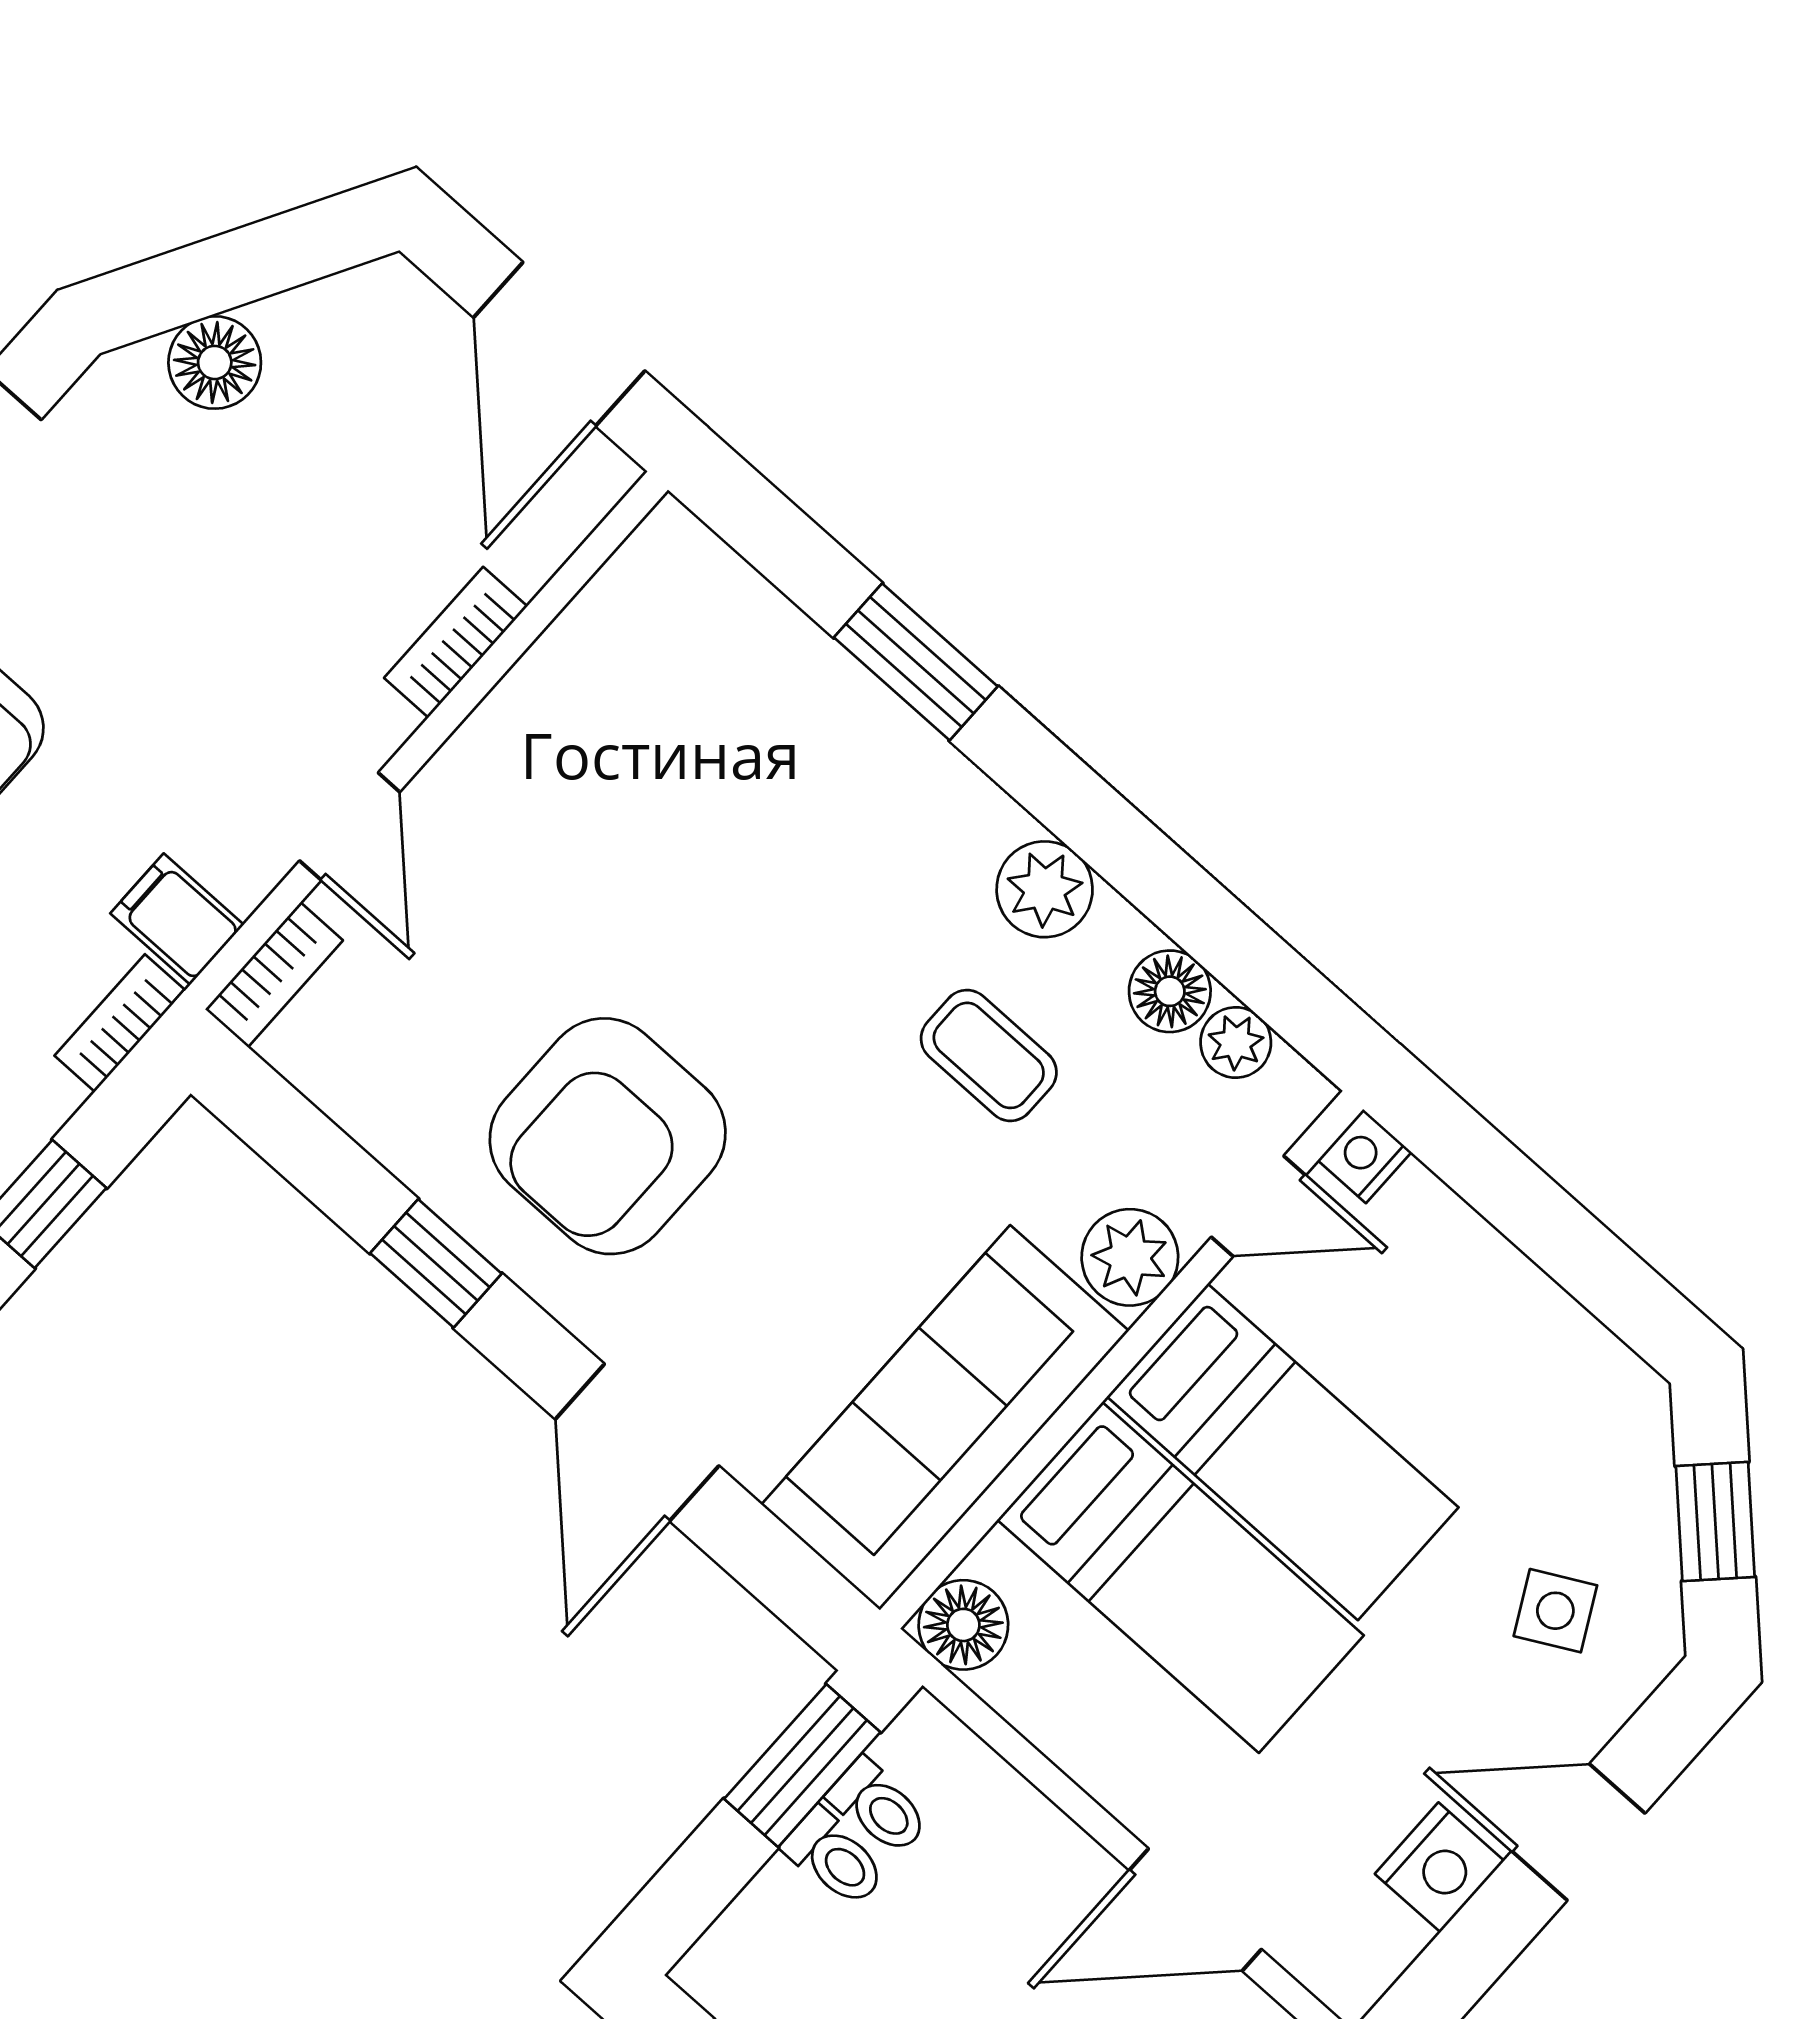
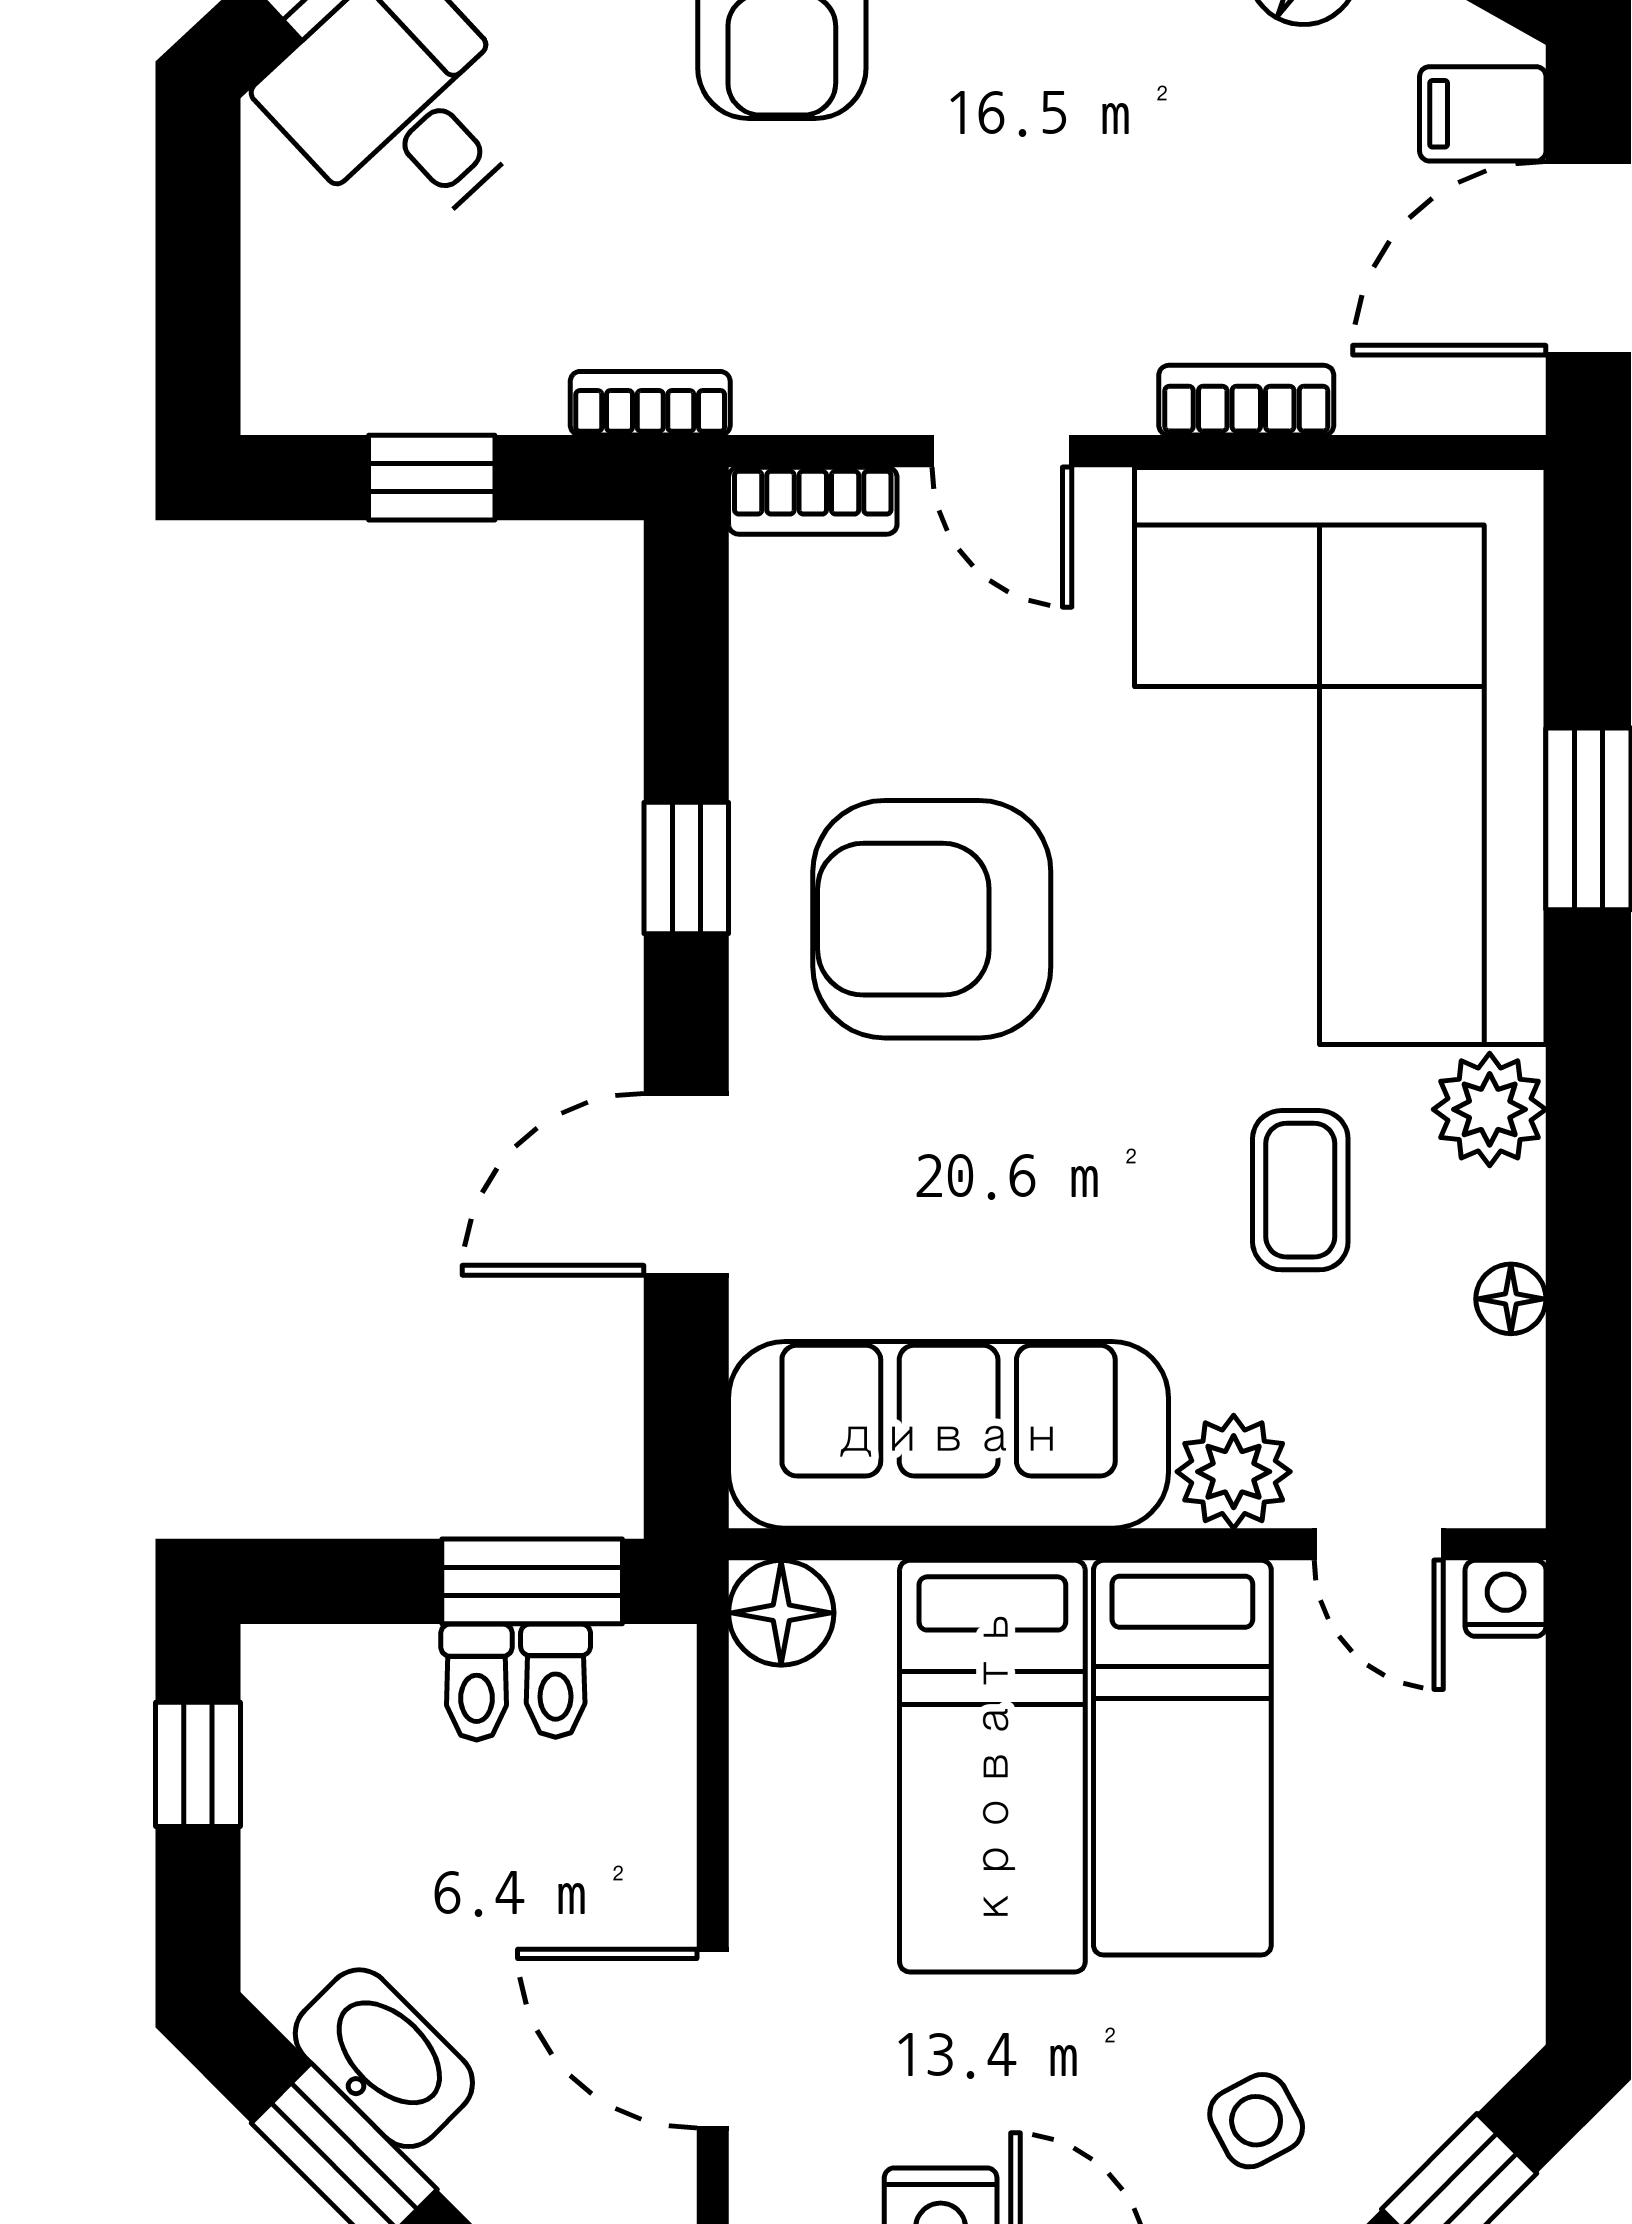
corner sofa: (735, 784) -> (1340, 756), added
door: (350, 826) -> (1002, 451), hinge flipped
filing cabinet: (177, 919) -> (1483, 114), moved, turned -90
floor lamp: (1170, 991) -> (1511, 1299), width x0.73, depth x0.73
plant: (1236, 1042) -> (1505, 1397), removed

